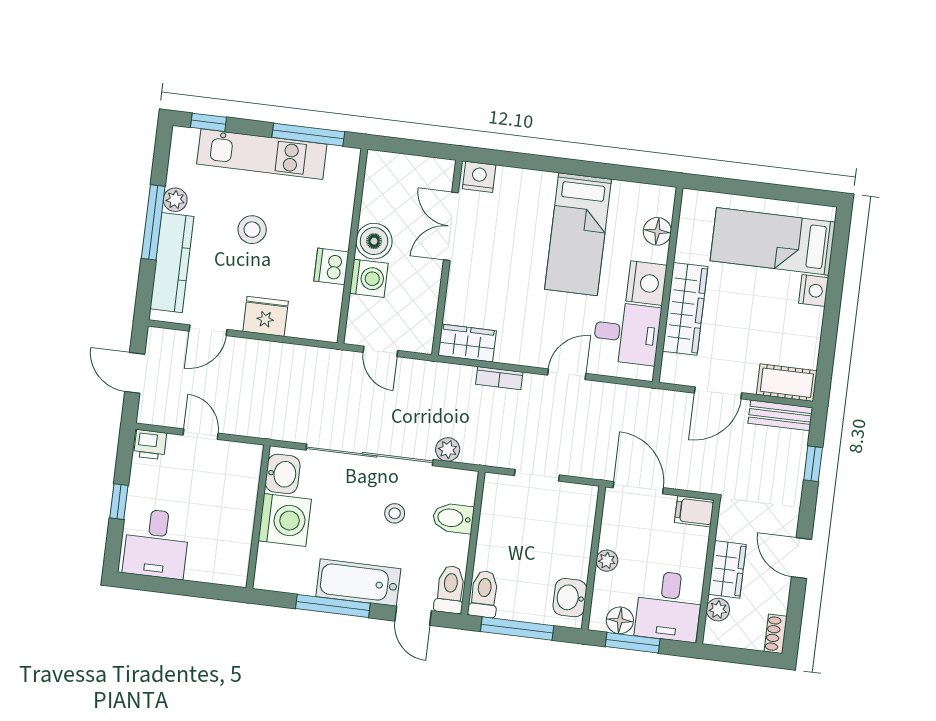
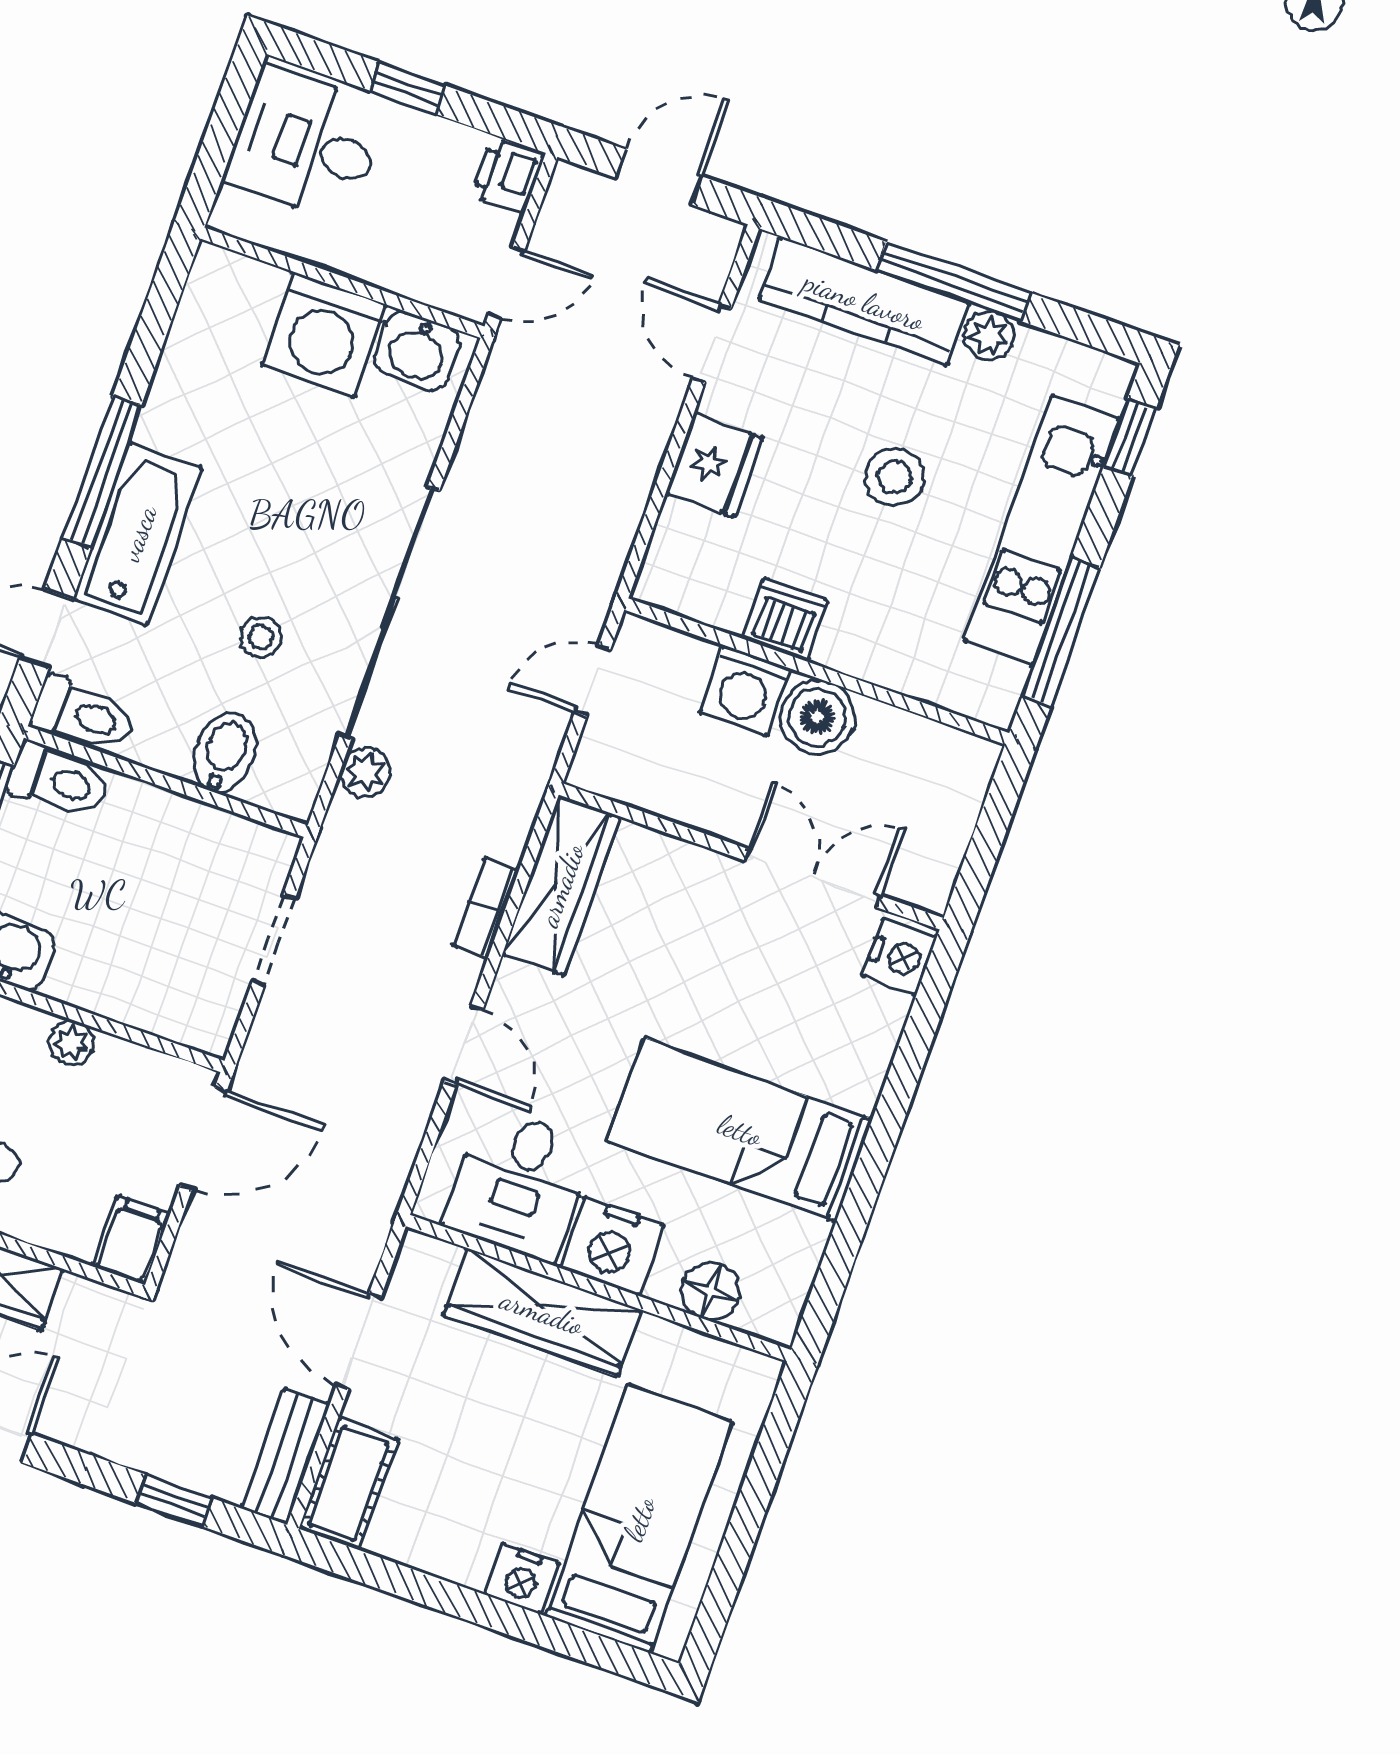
wardrobe: (467, 343) -> (561, 885), width x1.50
washbasin: (283, 474) -> (418, 351), moved
wall: (258, 517) -> (342, 283), moved
washing machine: (285, 520) -> (324, 335), moved

